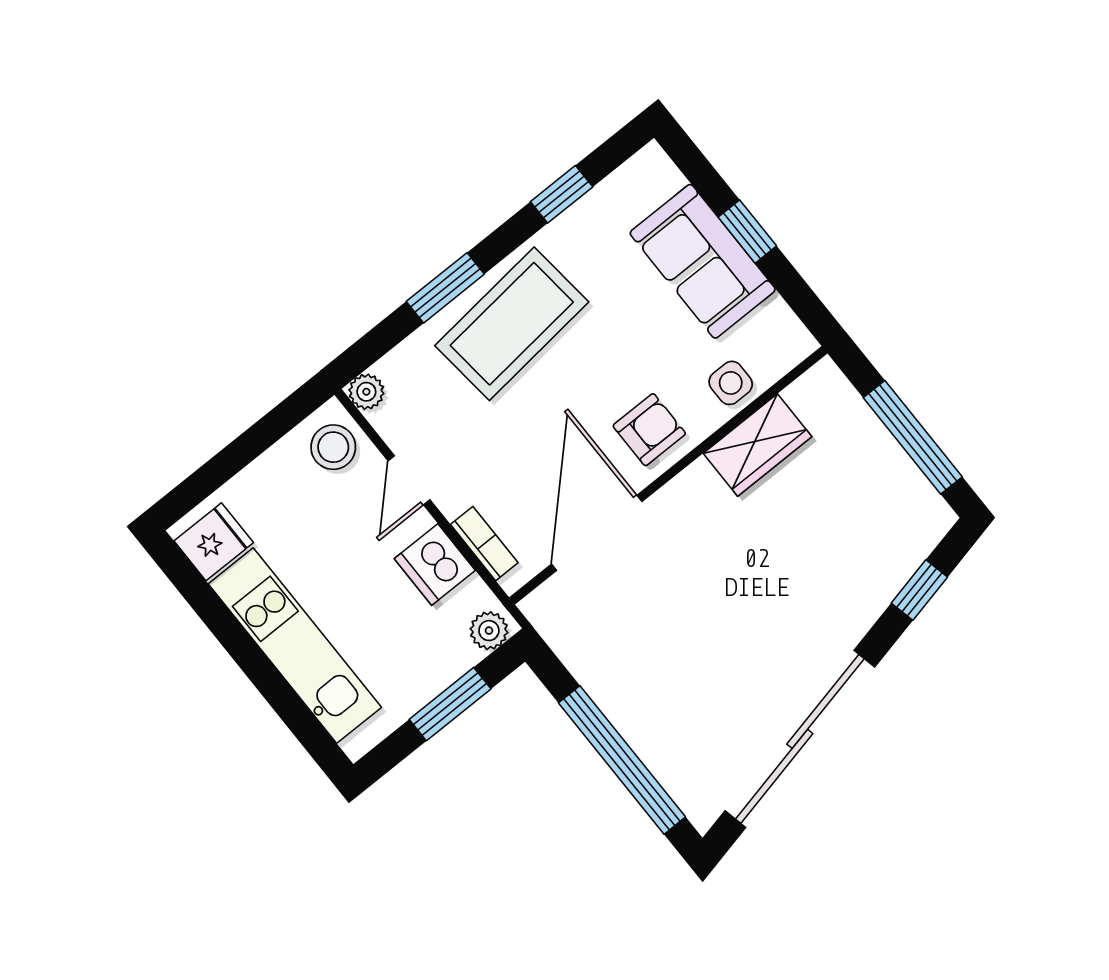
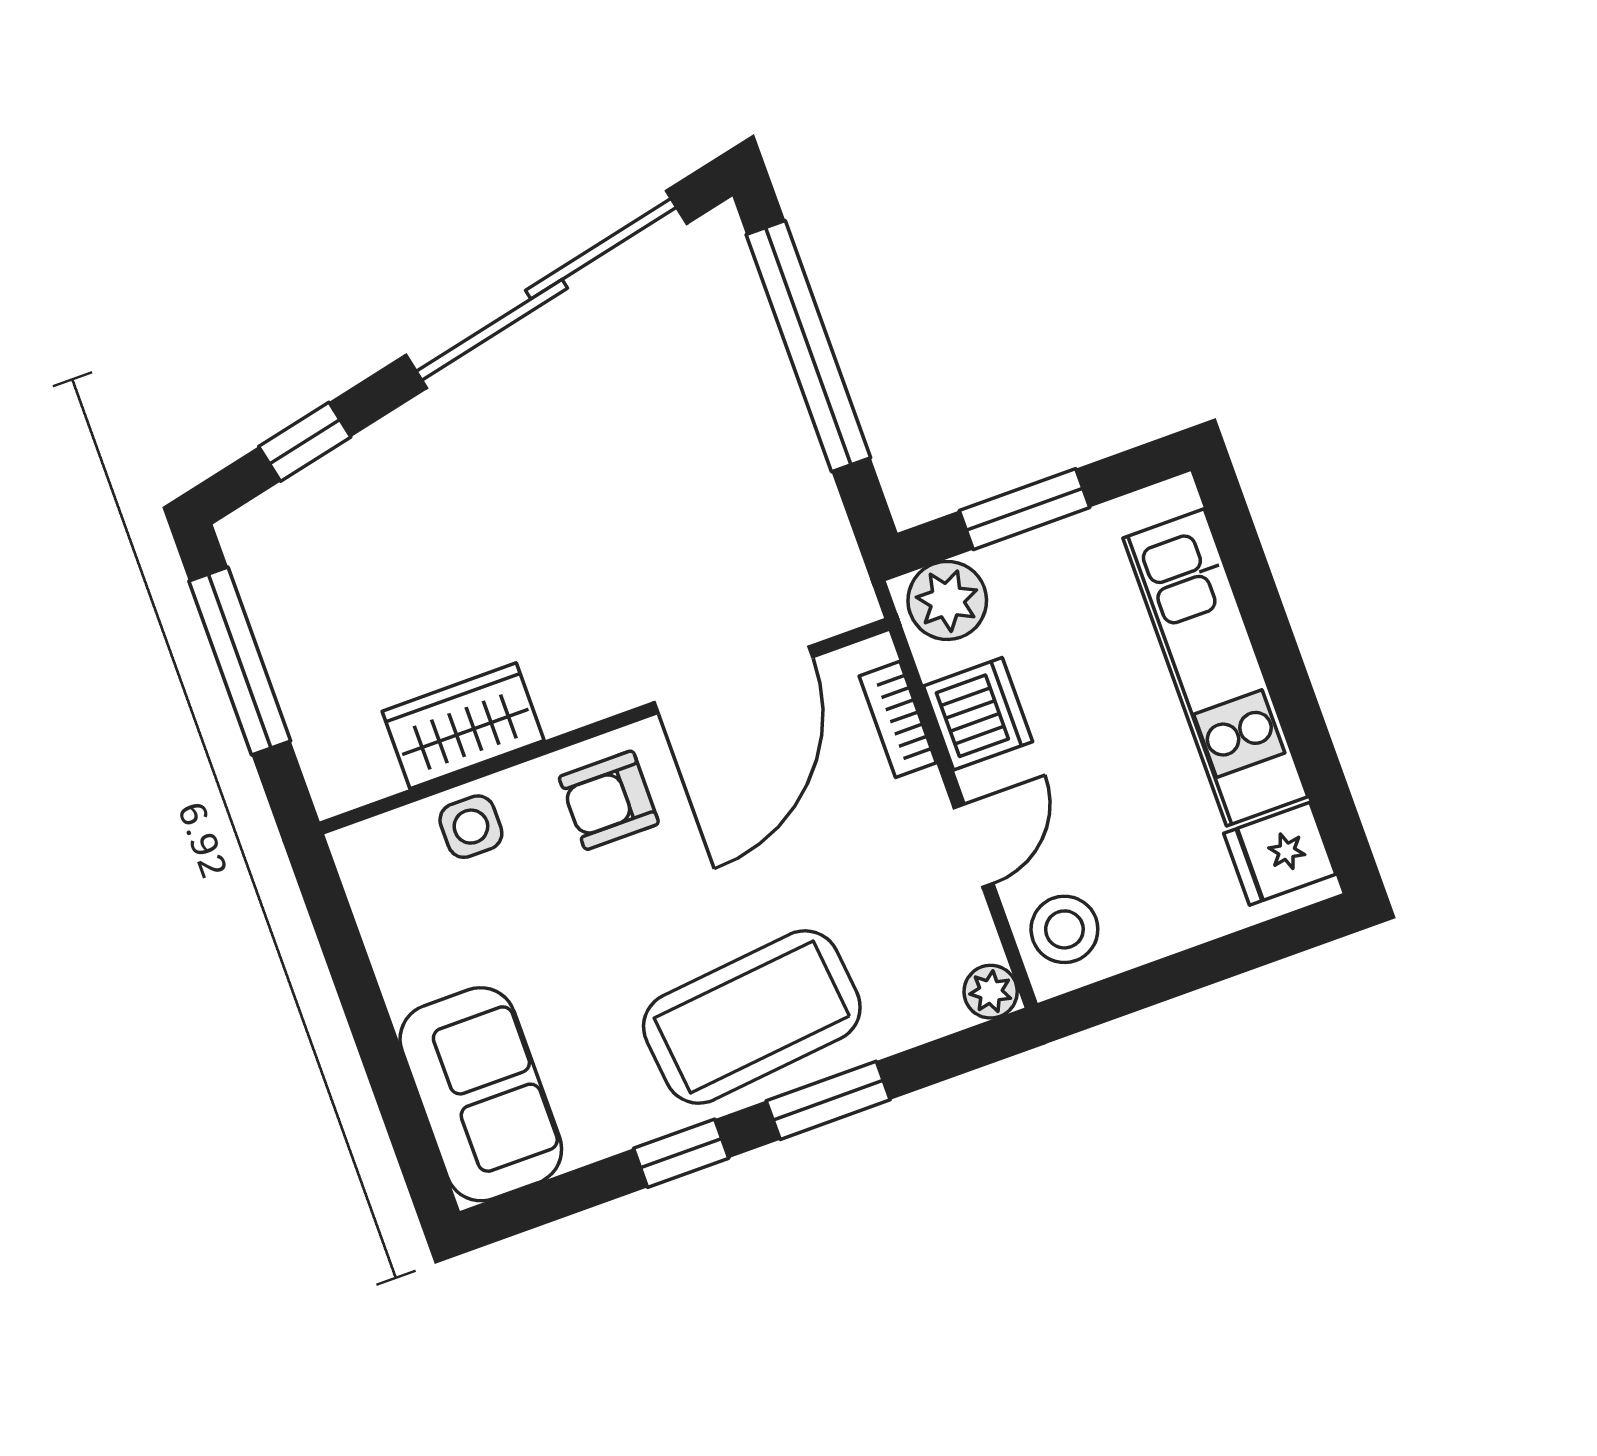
window: (562, 194) -> (681, 1153), moved
window: (747, 232) -> (374, 1033), removed
sofa: (703, 261) -> (481, 1094), moved
plant: (489, 631) -> (947, 600), width x1.38, depth x1.38

